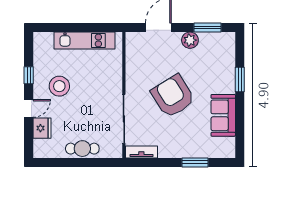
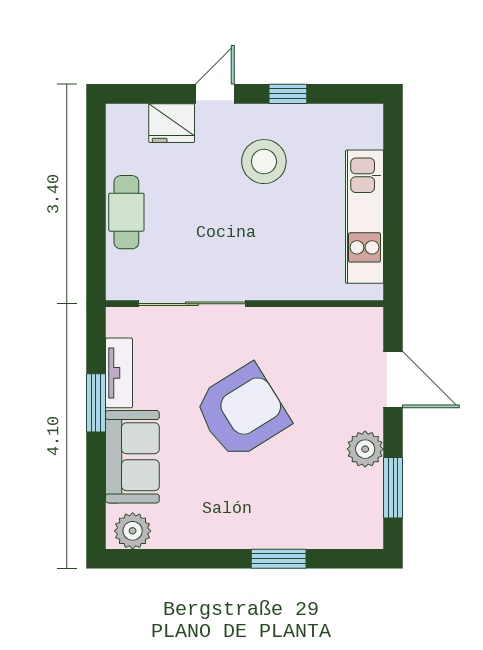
door: (29, 108) -> (215, 94), swing flipped
sofa: (223, 115) -> (132, 457), moved, turned 90
plant: (227, 146) -> (133, 531), added
tv unit: (141, 152) -> (119, 373), moved
window: (195, 162) -> (96, 403), moved

